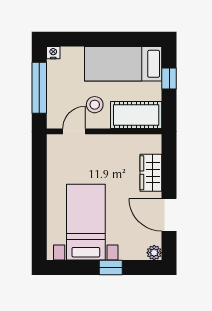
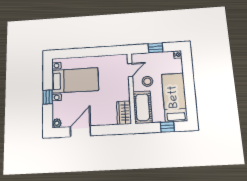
window: (39, 88) -> (156, 48), width x0.46
door: (74, 131) -> (130, 70), hinge flipped
wardrobe: (151, 173) -> (124, 113), moved, turned -90

